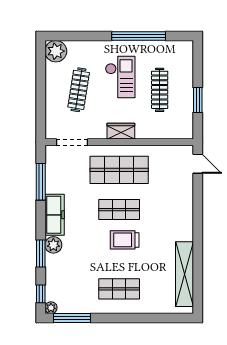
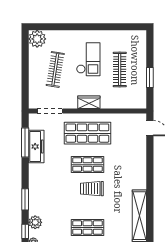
window: (139, 36) -> (103, 27), removed
freezer: (55, 215) -> (36, 146), moved
plant: (53, 245) -> (35, 222), moved

